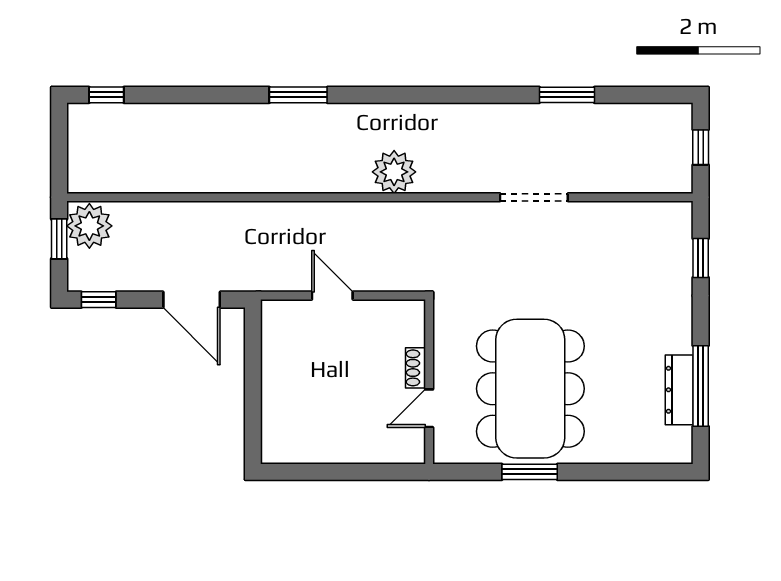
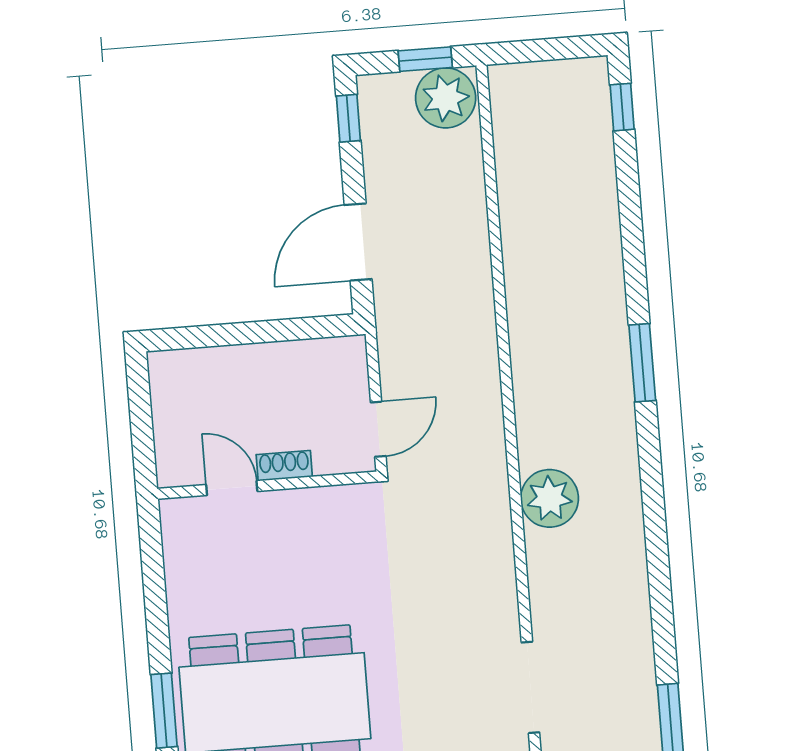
shoe rack: (416, 368) -> (284, 466), moved
wall: (429, 382) -> (267, 485), moved
door: (429, 408) -> (232, 488), moved

